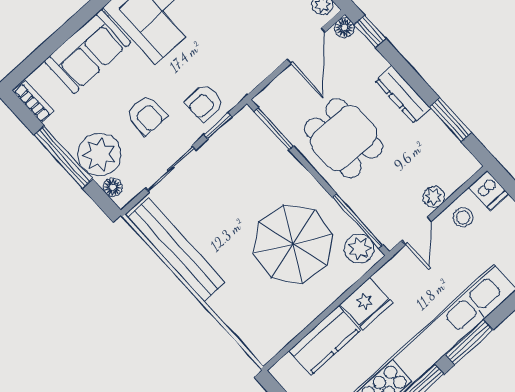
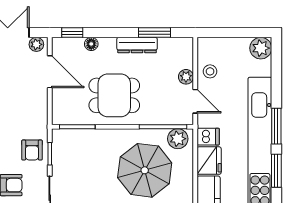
floor lamp: (344, 28) -> (91, 44), moved
dresser: (403, 95) -> (137, 45), moved
dishwasher: (489, 190) -> (208, 137), moved

